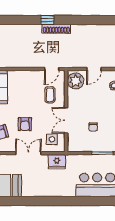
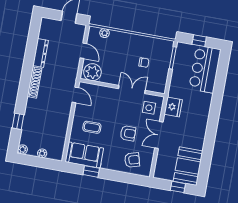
window: (47, 20) -> (18, 121), moved
dresser: (85, 30) -> (41, 53), added
coffee table: (50, 95) -> (92, 127), moved
double door: (66, 120) -> (132, 89), swing flipped

